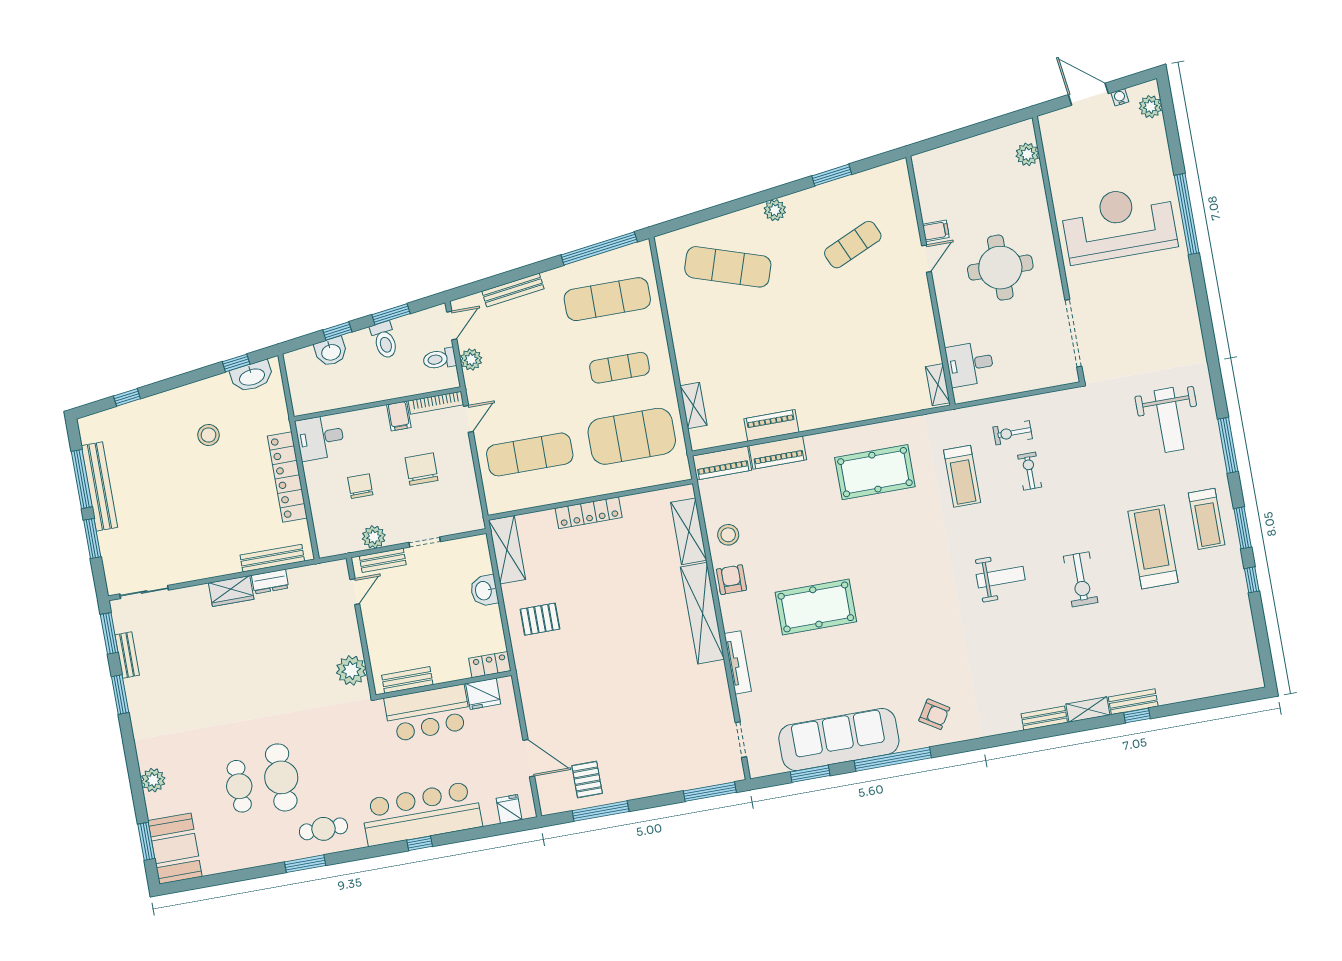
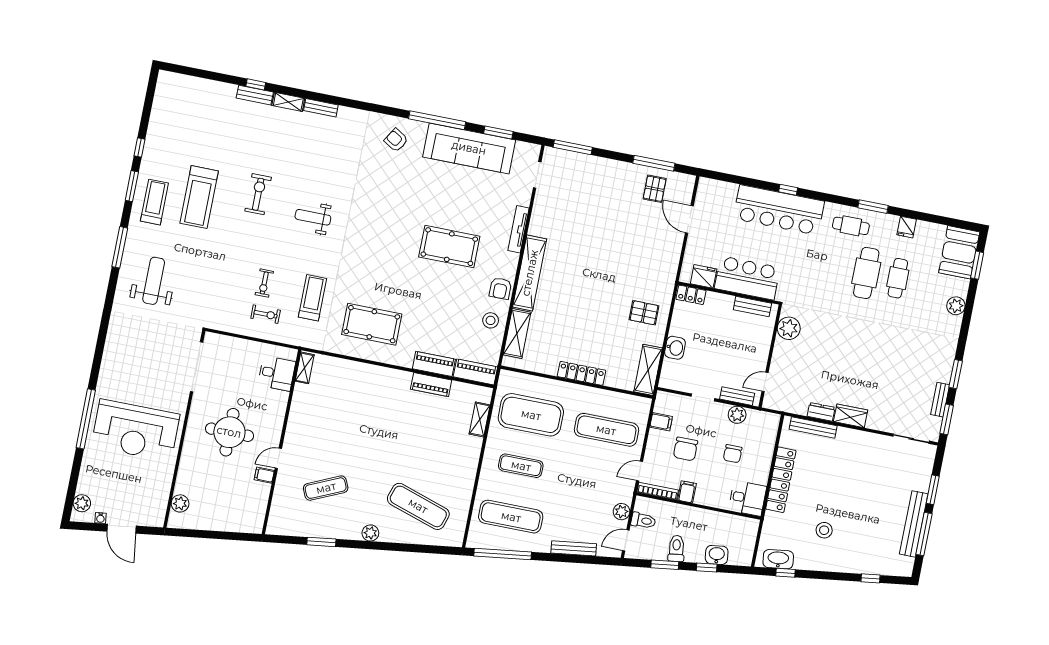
filing cabinet: (465, 491) -> (661, 422), added
fridge: (509, 809) -> (907, 227), moved

